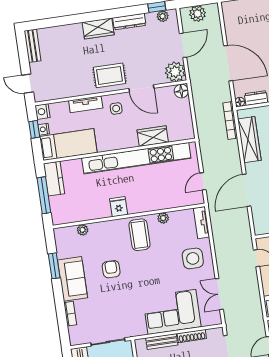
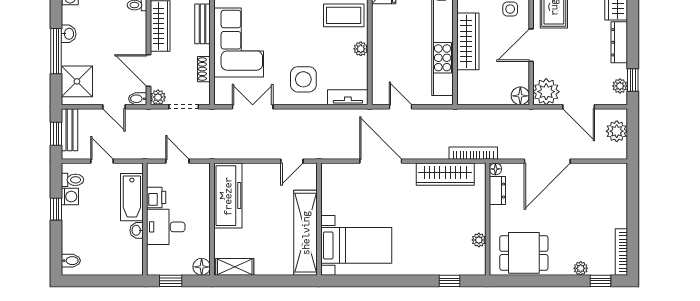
wardrobe: (153, 136) -> (468, 41), width x1.50
shoe rack: (192, 336) -> (204, 69), width x0.70

